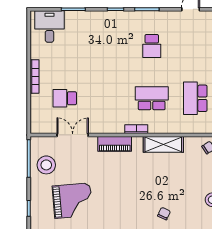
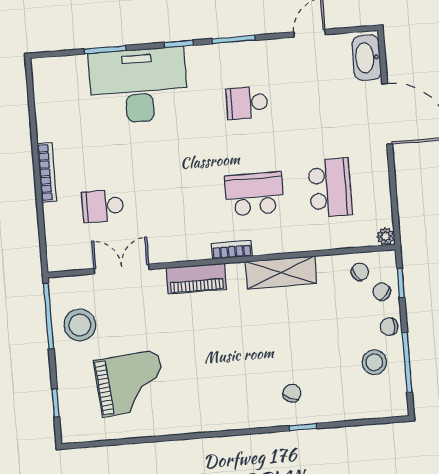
desk: (49, 26) -> (138, 86), moved, width x1.87, depth x1.30
school desk: (152, 46) -> (247, 103), turned 90
school desk: (195, 98) -> (330, 188), turned 180

